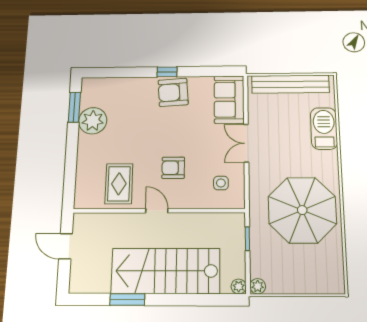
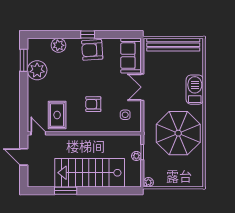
plant: (125, 87) -> (59, 45), added
barbecue: (324, 129) -> (195, 90), moved
door: (157, 211) -> (38, 133), moved
plant: (239, 286) -> (136, 156), moved

